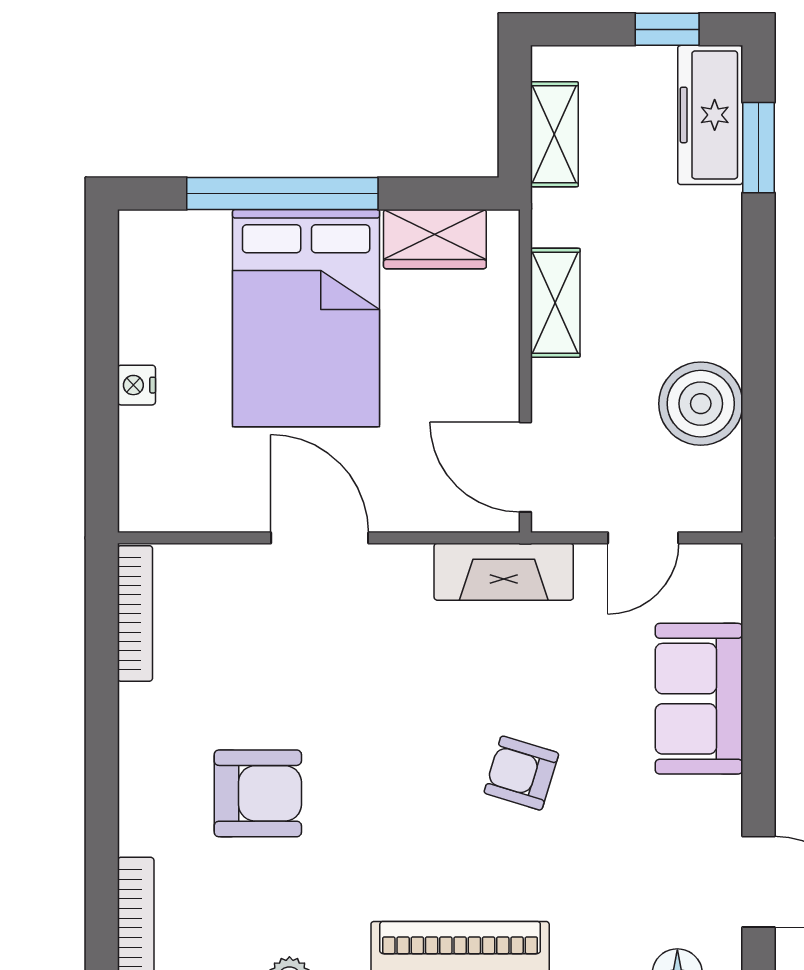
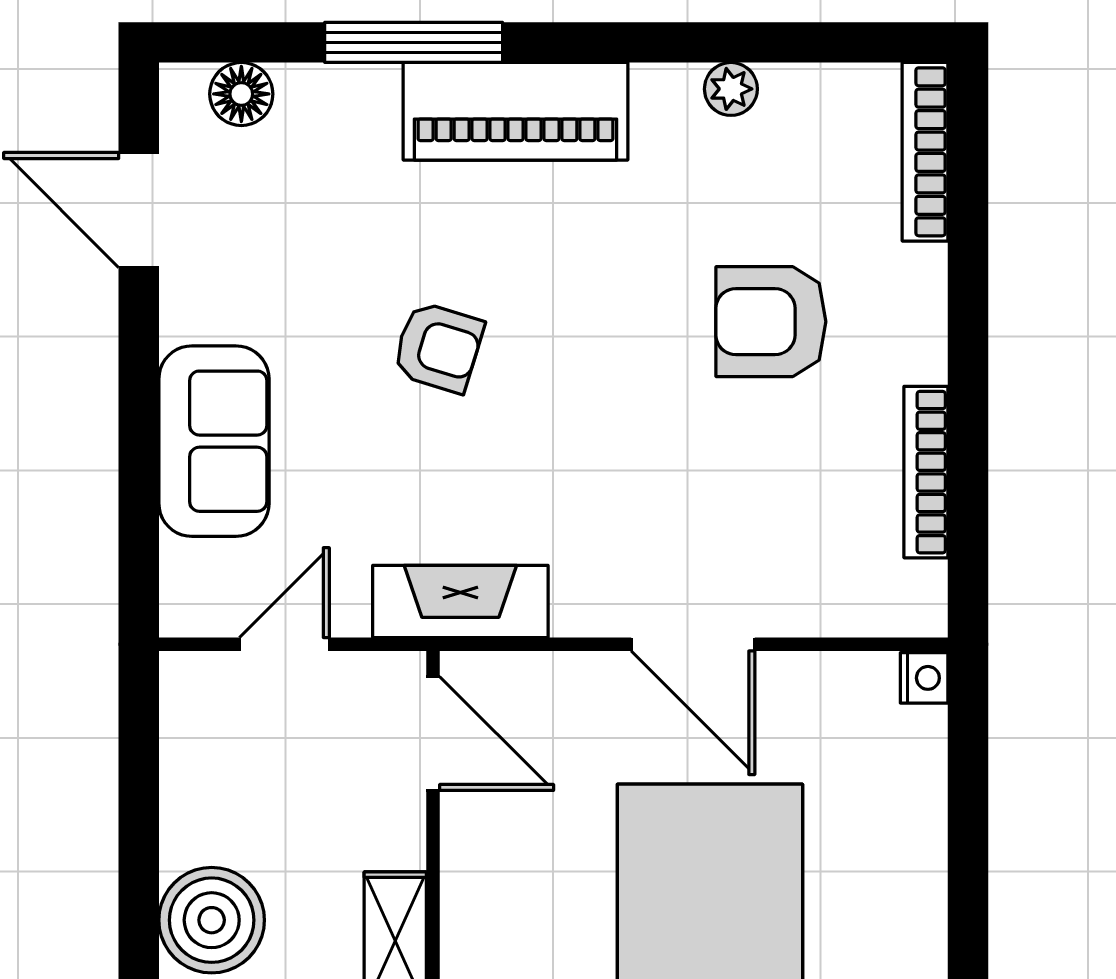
nightstand: (136, 385) -> (924, 678), moved
boiler: (701, 404) -> (212, 920), moved
bookcase: (135, 613) -> (926, 472), moved

